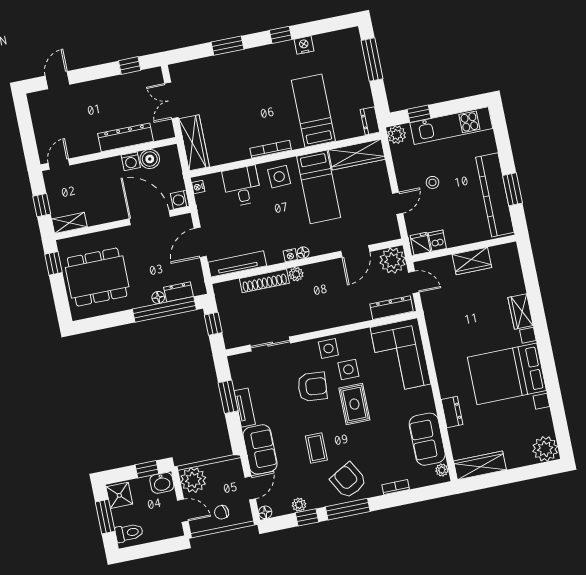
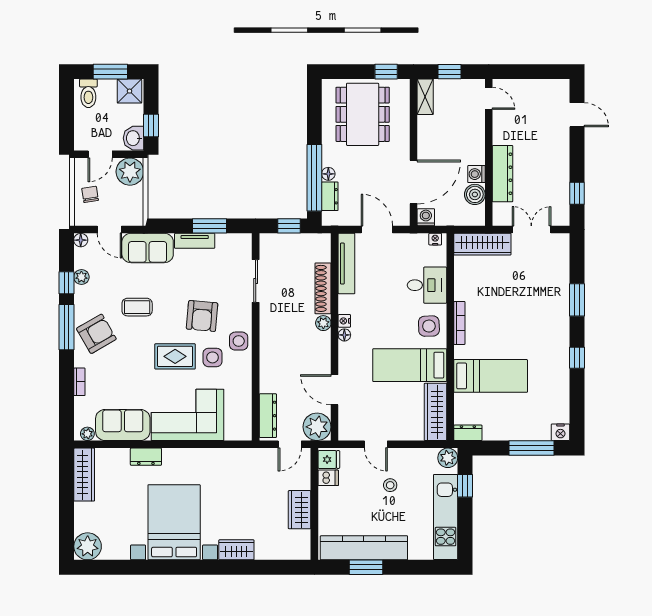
nightstand: (304, 45) -> (560, 432), moved, turned 90
corner sofa: (400, 356) -> (188, 415), moved

